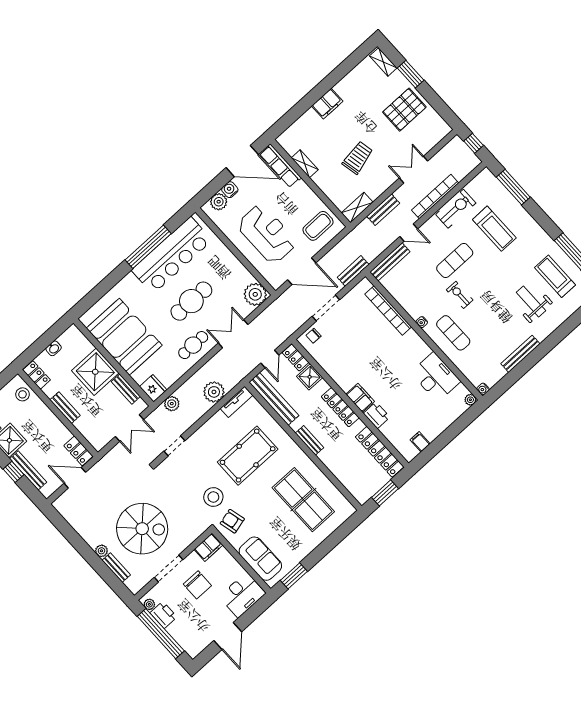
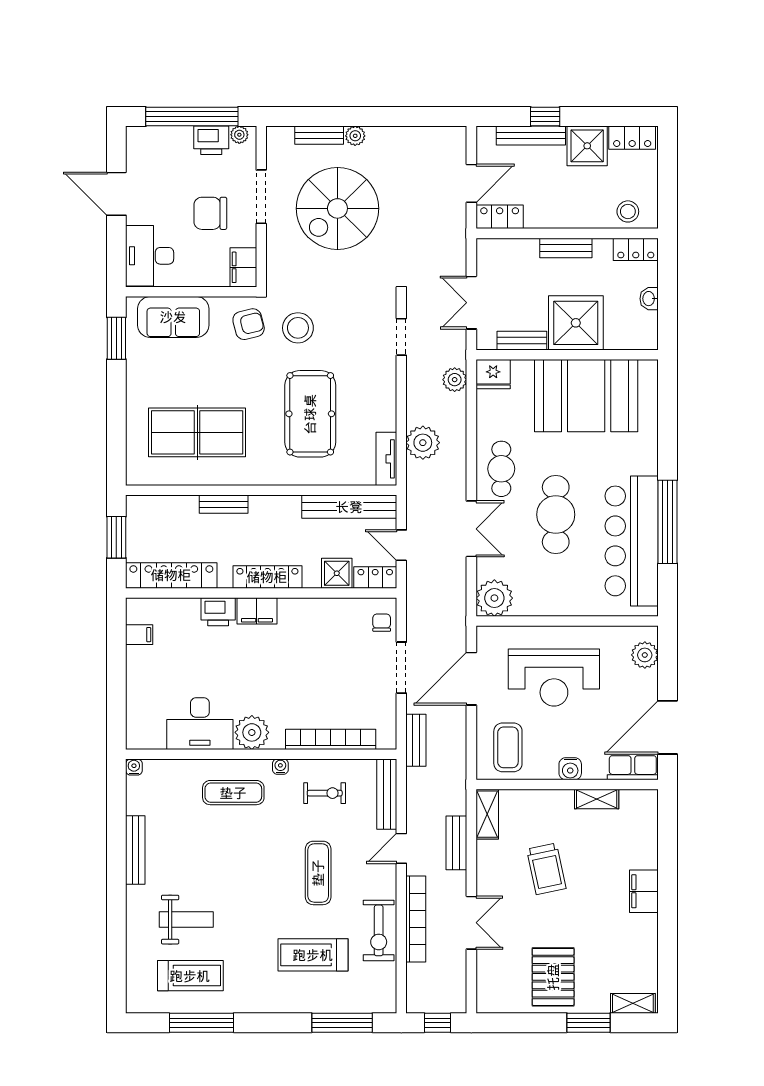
row of seats: (280, 166) -> (633, 768), width x0.68
water cooler: (230, 190) -> (570, 769), moved, turned 90
exercise bike: (460, 295) -> (325, 793), moved
plant: (470, 400) -> (252, 732), moved, width x1.88, depth x1.88
bench: (309, 440) -> (224, 504), moved

